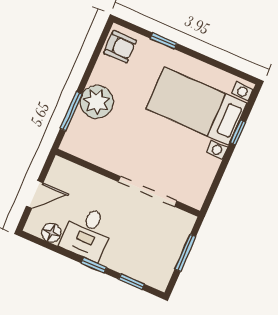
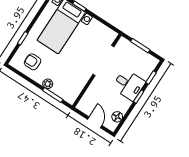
armchair: (120, 47) -> (33, 62), moved, turned -90
plant: (97, 102) -> (48, 84), width x0.53, depth x0.53
desk: (87, 233) -> (129, 85), moved

